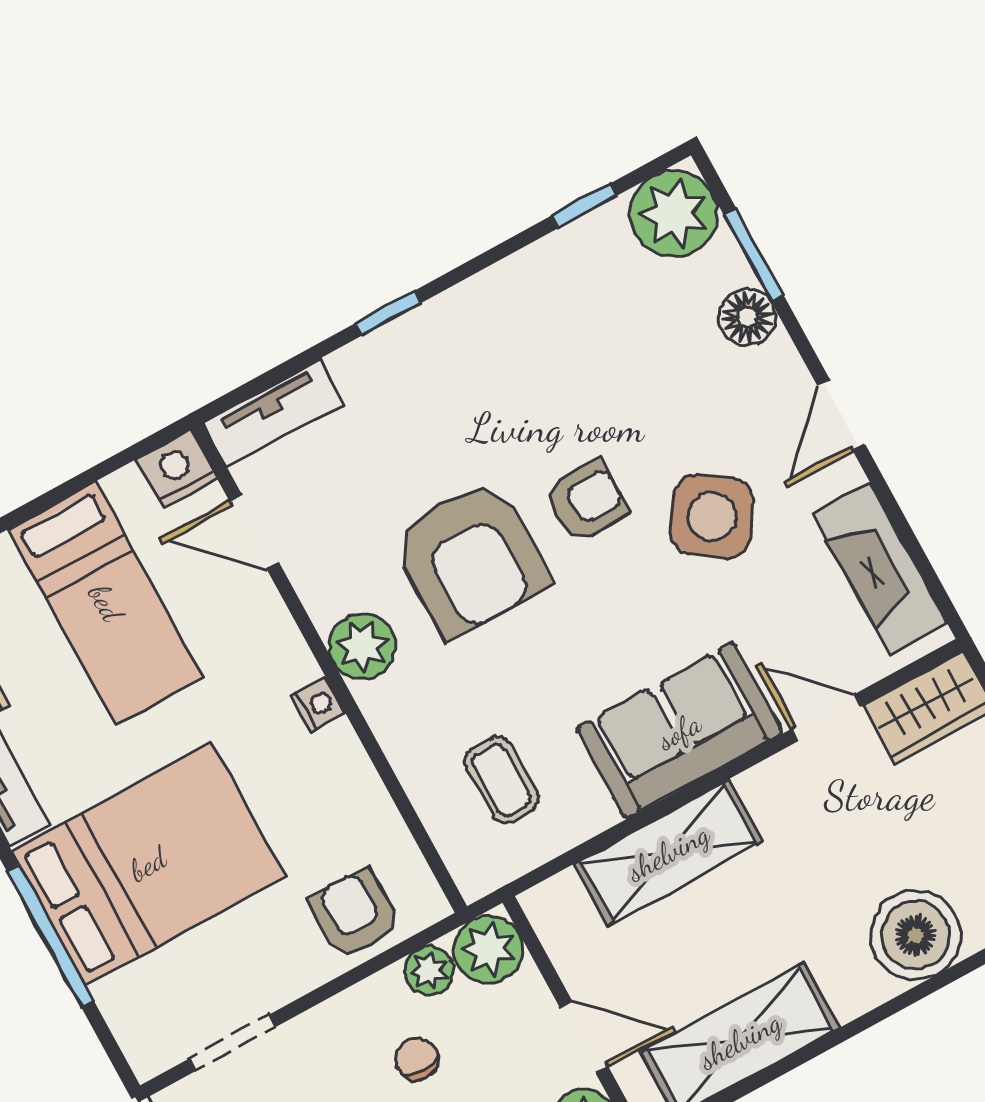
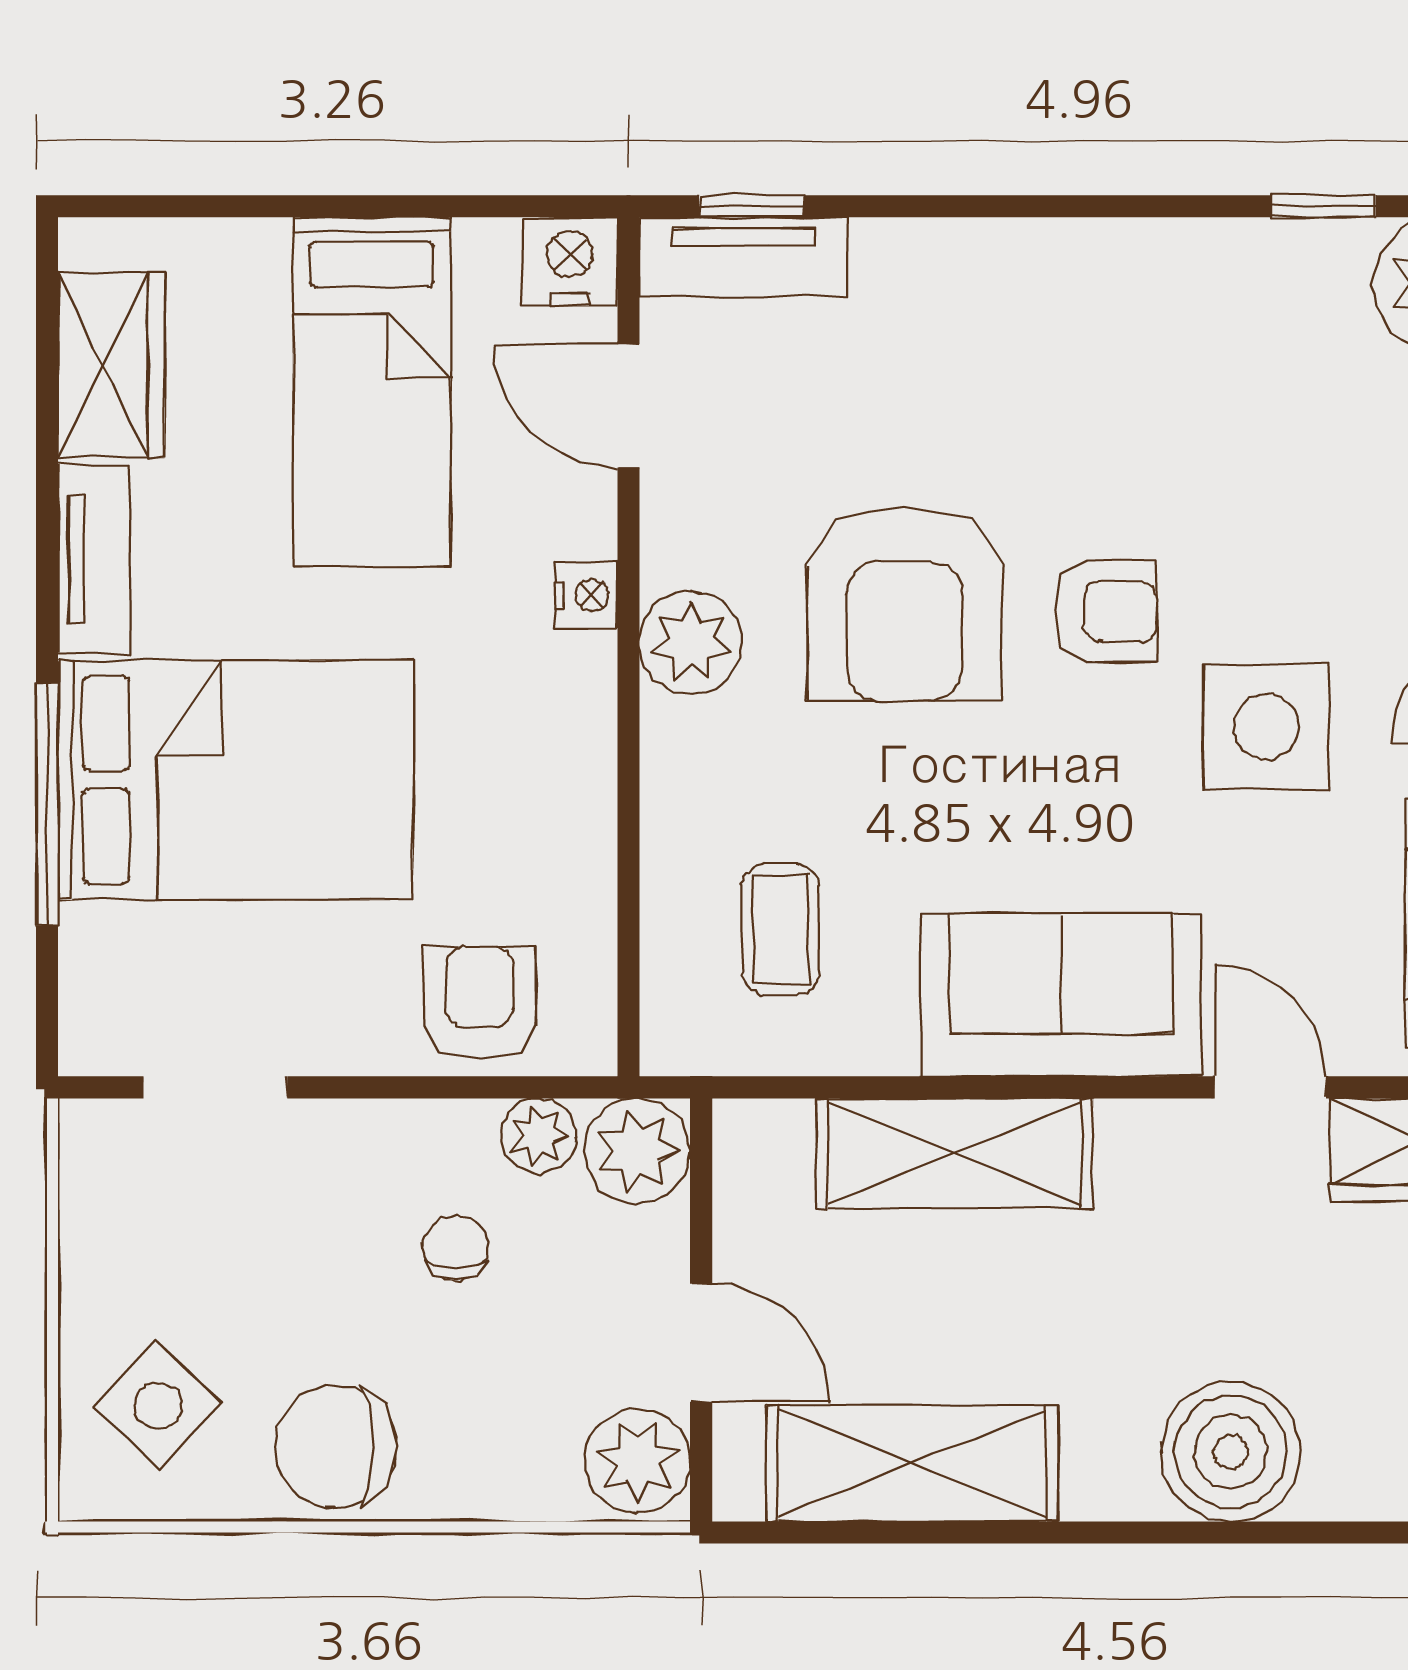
window: (388, 313) -> (752, 206), moved
side table: (712, 516) -> (1266, 727), turned -35
nightstand: (318, 704) -> (587, 596), moved

